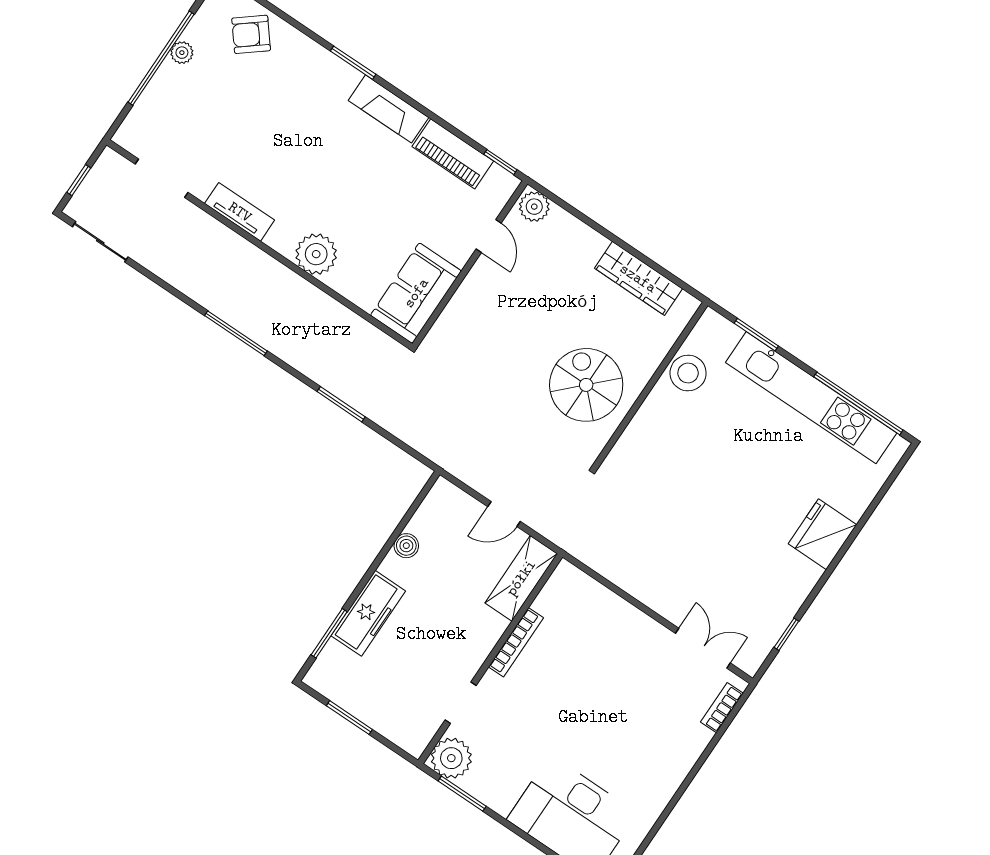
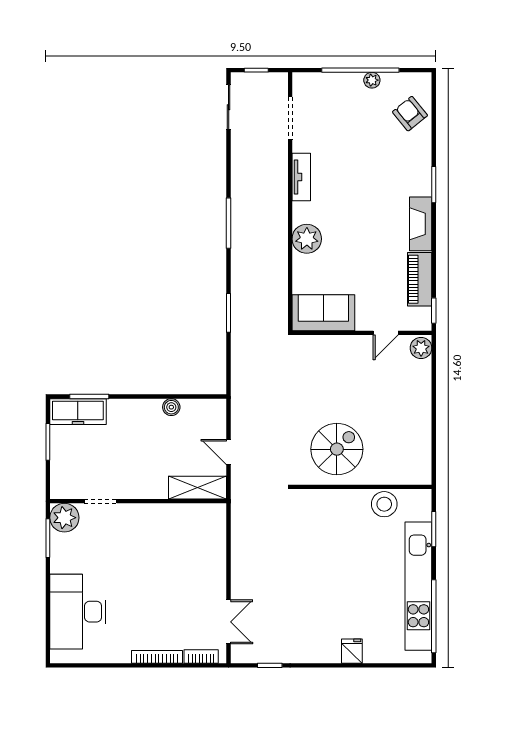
wardrobe: (638, 278) -> (420, 438), removed
fridge: (822, 534) -> (352, 651), width x0.53, depth x0.75
freezer: (368, 613) -> (78, 412), moved
bookcase: (516, 642) -> (157, 657), moved, turned 180

